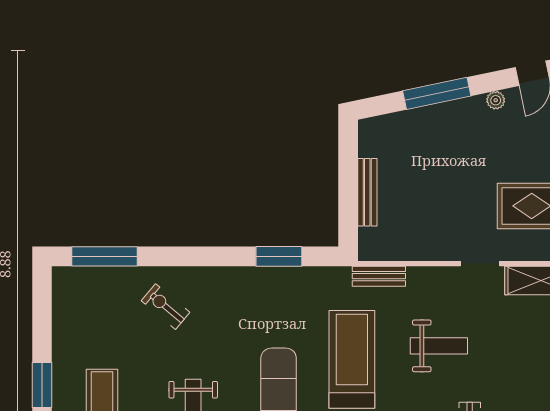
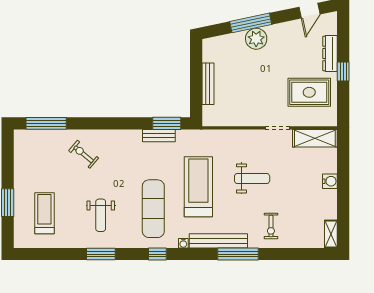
plant: (496, 100) -> (256, 39), moved, width x1.87, depth x1.87
window: (279, 256) -> (167, 123), moved
bench: (379, 276) -> (159, 136), moved

